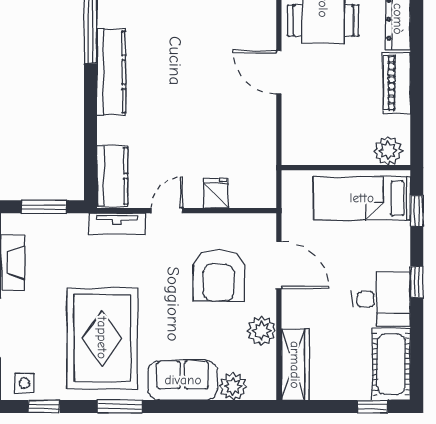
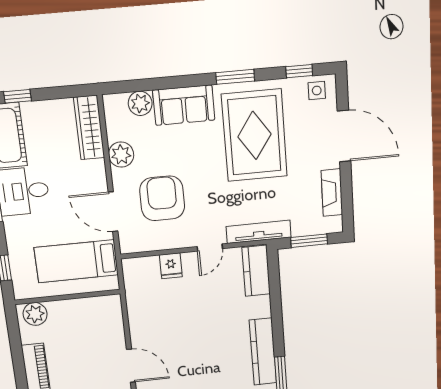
bed: (362, 198) -> (76, 261), moved, turned 180
tv unit: (117, 224) -> (259, 232), width x1.41

